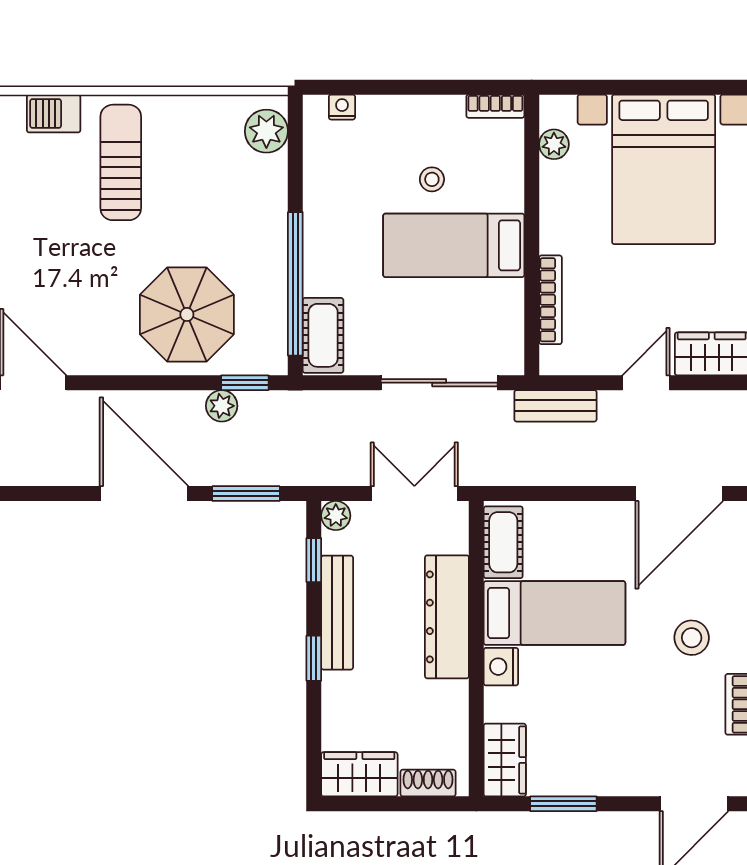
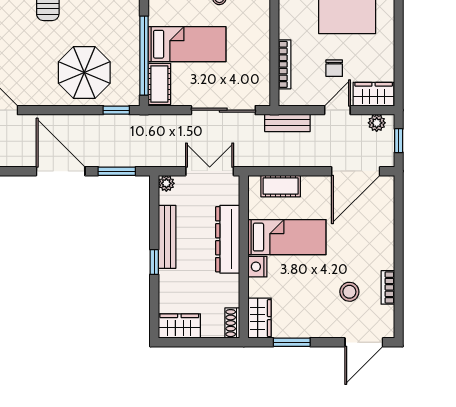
bed: (454, 245) -> (187, 44), moved, turned 180
chair: (640, 307) -> (334, 68), added
plant: (222, 406) -> (377, 123), moved
cot: (503, 542) -> (281, 186), moved, turned 90
window: (314, 560) -> (154, 208), removed
stool: (692, 638) -> (349, 292), moved
shoe rack: (428, 783) -> (232, 323), moved, turned -90

